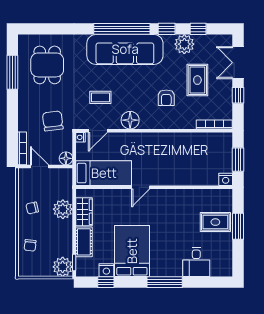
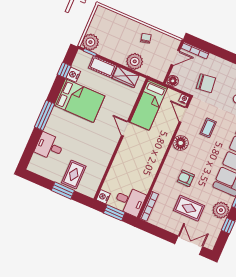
window: (238, 95) -> (164, 234), removed
desk: (218, 148) -> (130, 201), added
chair: (30, 245) -> (118, 24), removed

